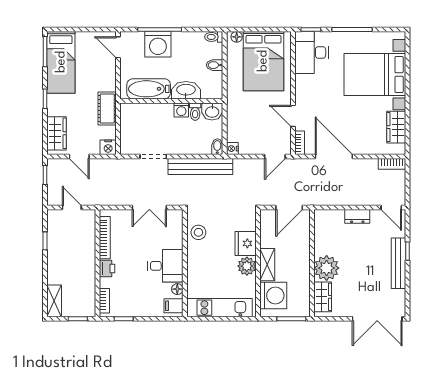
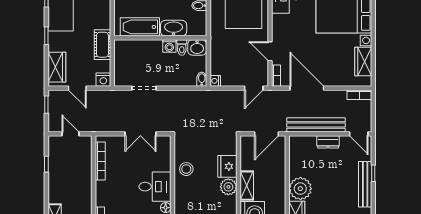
bench: (200, 167) -> (316, 125), moved
stool: (198, 232) -> (186, 169), moved
printer: (107, 268) -> (102, 189), removed

